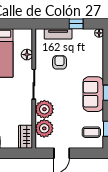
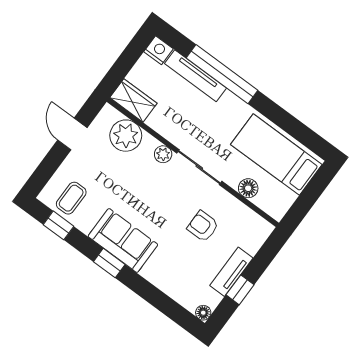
tv unit: (58, 34) -> (231, 272), moved
armchair: (60, 62) -> (203, 226), turned 180
plant: (44, 109) -> (163, 154), width x0.53, depth x0.53

